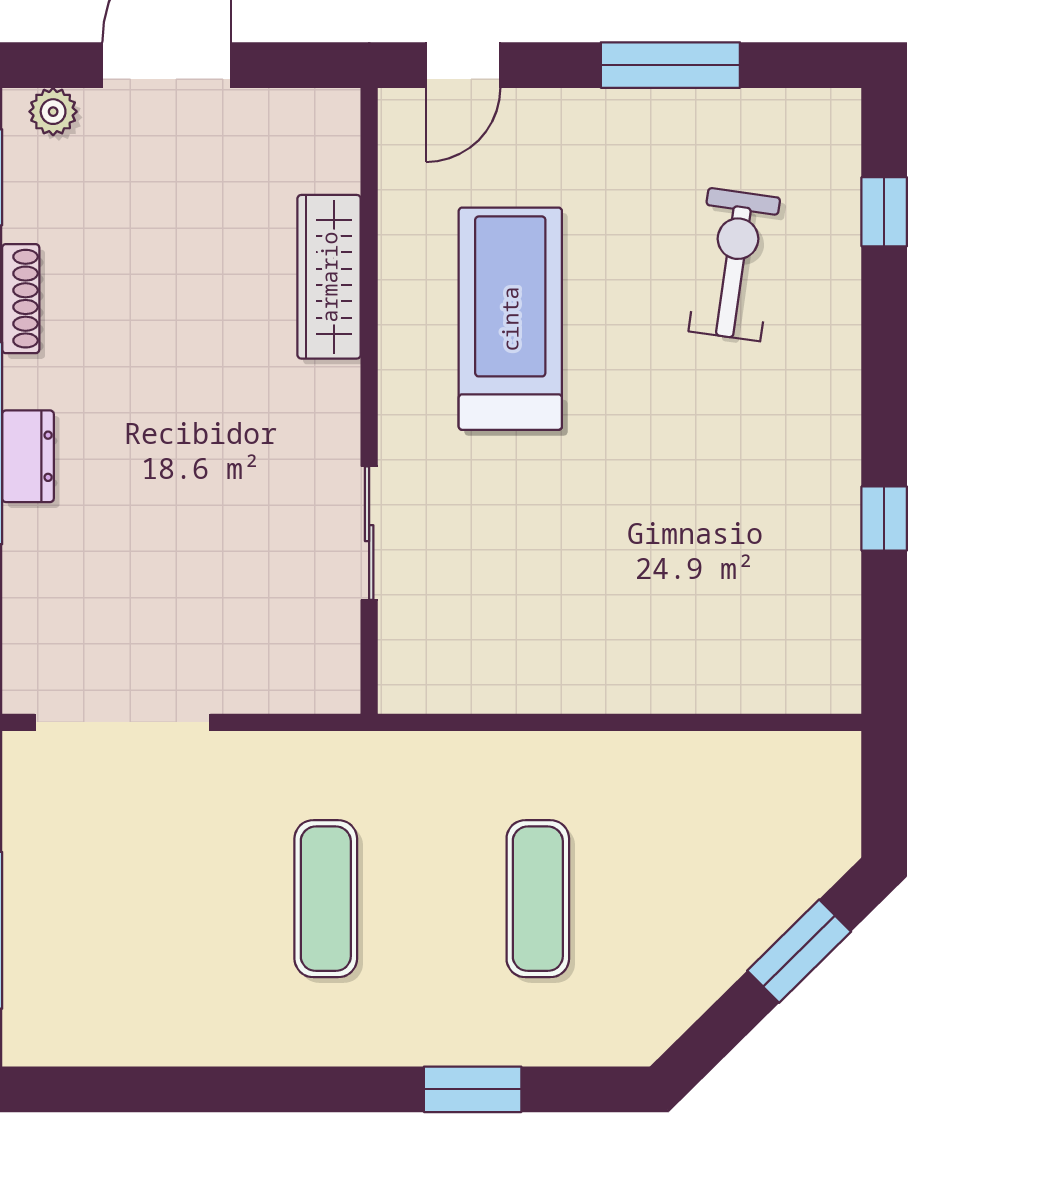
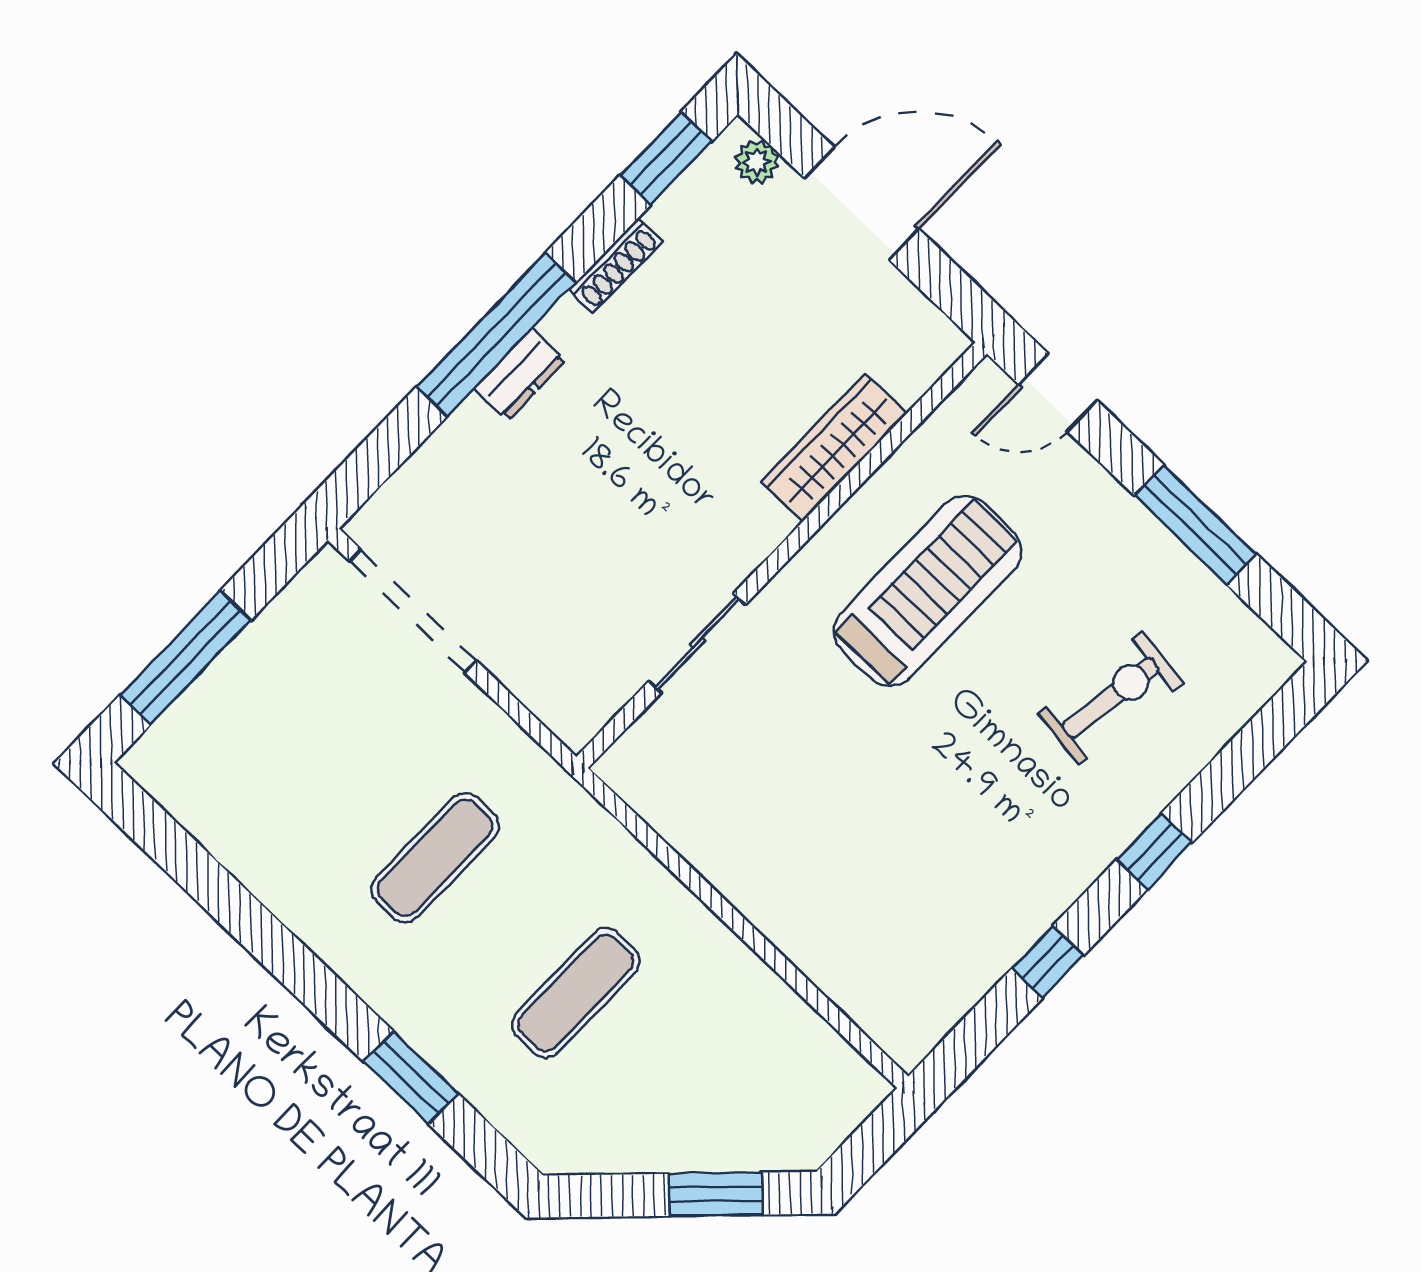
window: (884, 212) -> (1154, 851), moved

